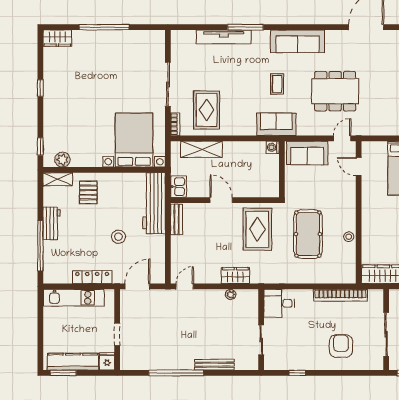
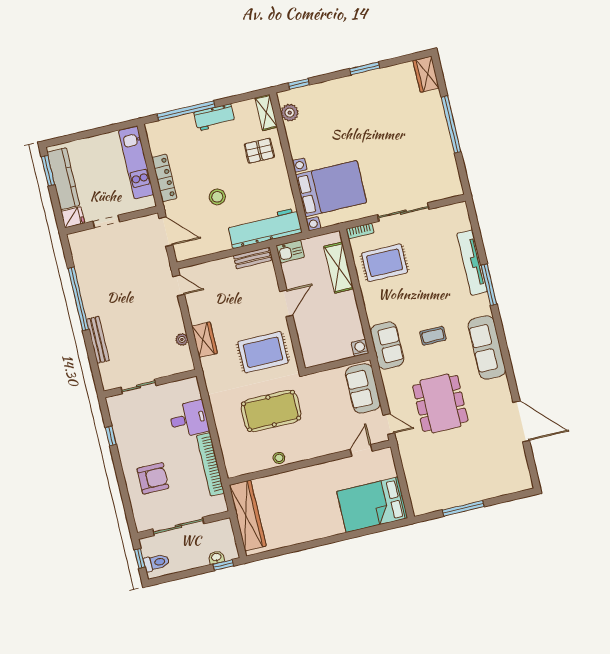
window: (40, 88) -> (365, 68), width x1.50
desk: (279, 303) -> (189, 419), moved, turned 90

